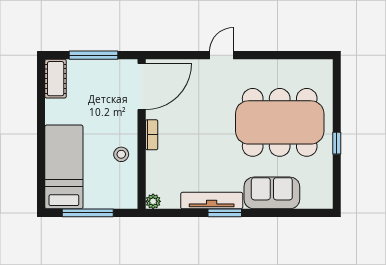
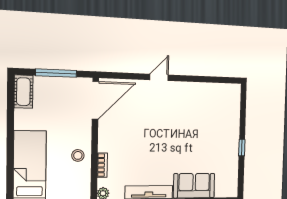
dining table: (280, 122) -> (201, 131), removed
bookcase: (152, 135) -> (102, 165), moved

